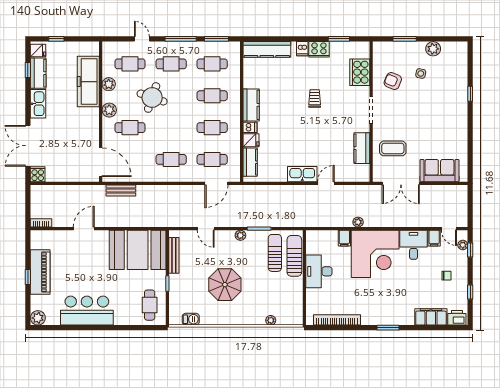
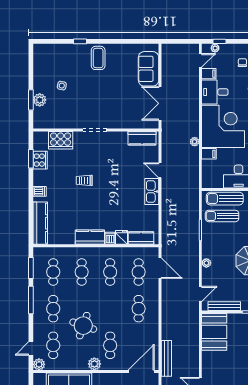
door: (142, 39) -> (31, 348), moved
cooker: (319, 49) -> (40, 160), moved
plant: (433, 49) -> (40, 100), moved
armchair: (393, 81) -> (69, 111), removed
plant: (109, 84) -> (39, 364), moved
kitchen counter: (362, 148) -> (142, 138), moved
coffee table: (393, 148) -> (98, 58), moved
double door: (401, 183) -> (160, 103), swing flipped
bench: (121, 190) -> (166, 358), width x1.36
door: (206, 229) -> (200, 294), moved
plant: (240, 235) -> (206, 263), moved
booth: (138, 250) -> (214, 332), width x0.73, depth x0.70

